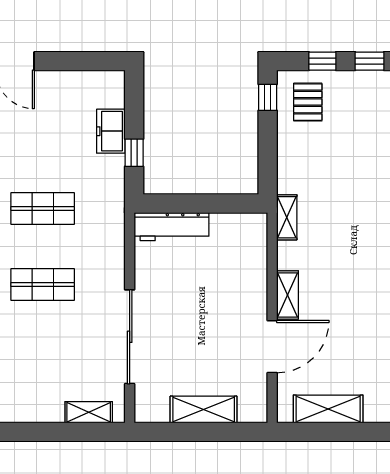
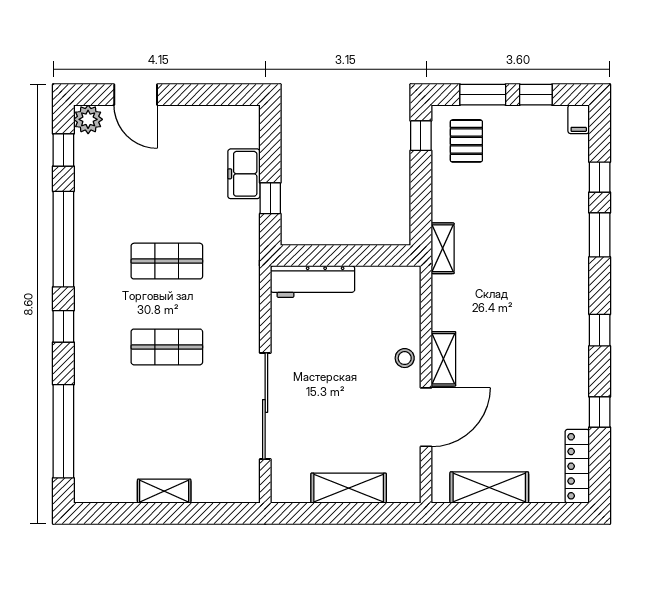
window: (322, 61) -> (483, 95), width x1.50
shelving: (287, 217) -> (443, 248), moved
stool: (253, 294) -> (405, 358), added
shelving: (89, 412) -> (164, 491), moved

